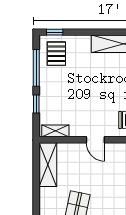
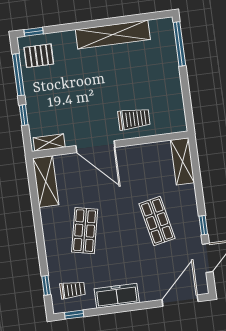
pallet: (56, 54) -> (39, 56), turned 90
door: (95, 140) -> (95, 147), width x1.88

